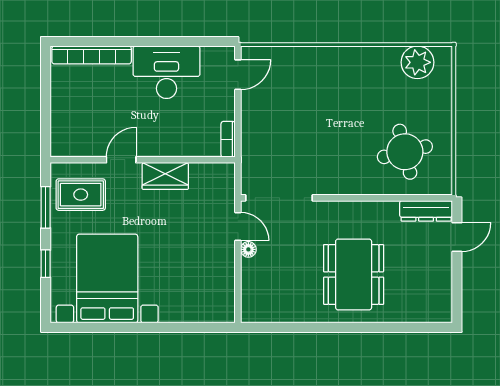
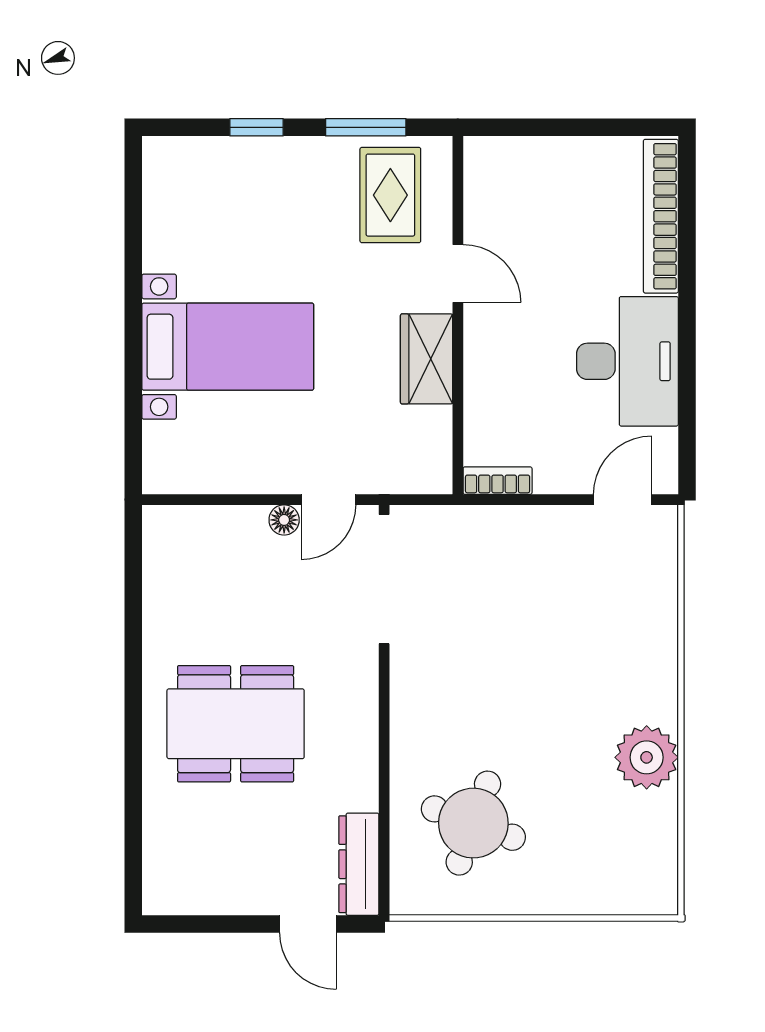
plant: (417, 62) -> (647, 757), moved
door: (238, 75) -> (623, 500), swing flipped
round table: (405, 152) -> (473, 823), turned 34
bed with nightstands: (107, 279) -> (228, 347), moved, width x0.73

